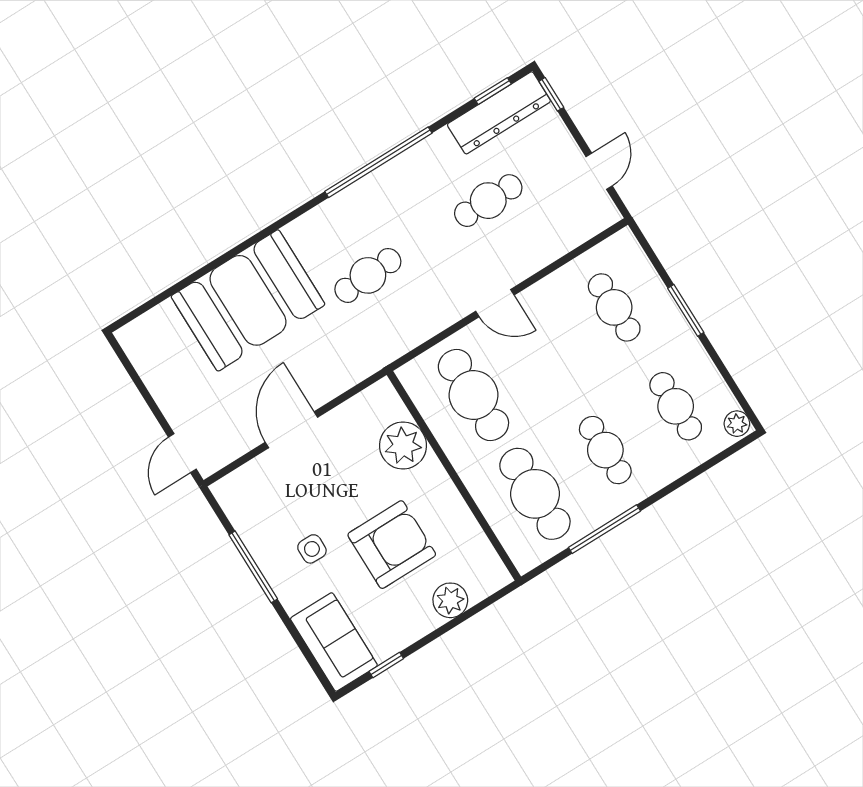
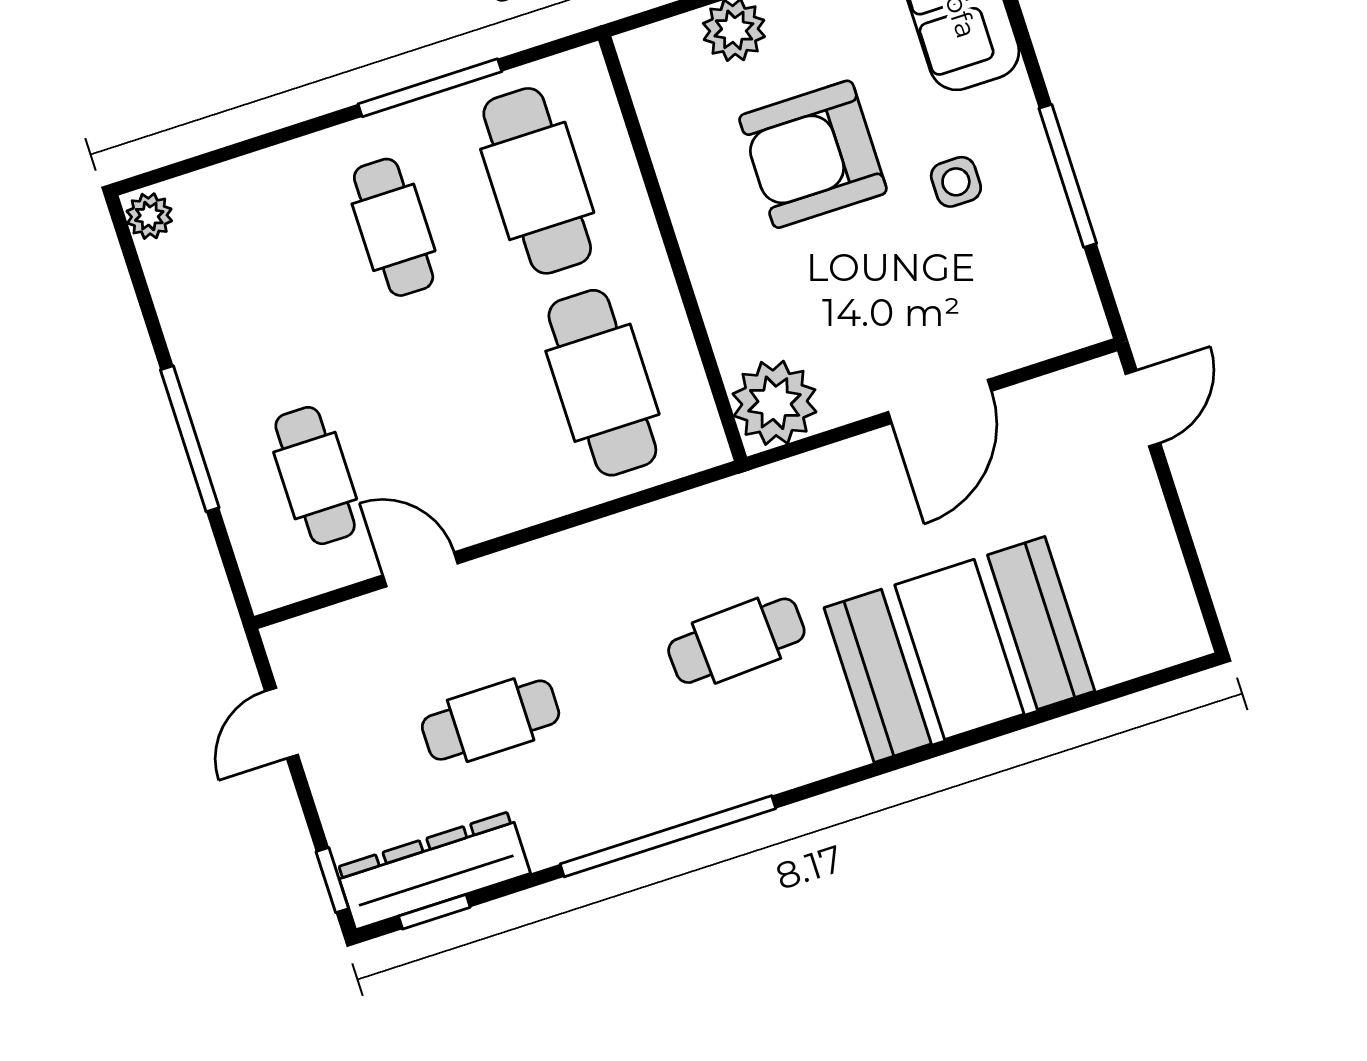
door: (495, 303) -> (420, 569), moved
window: (686, 310) -> (190, 439), width x1.44
cafe table: (676, 406) -> (250, 274), removed
plant: (403, 445) -> (775, 403), moved

